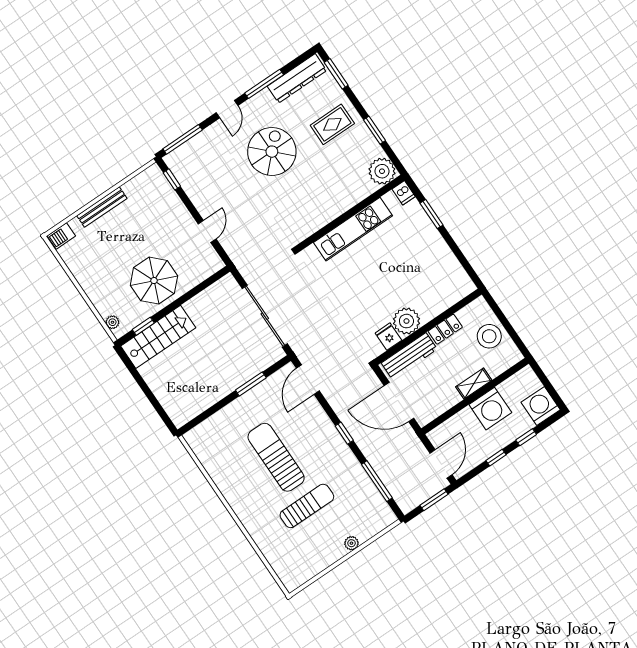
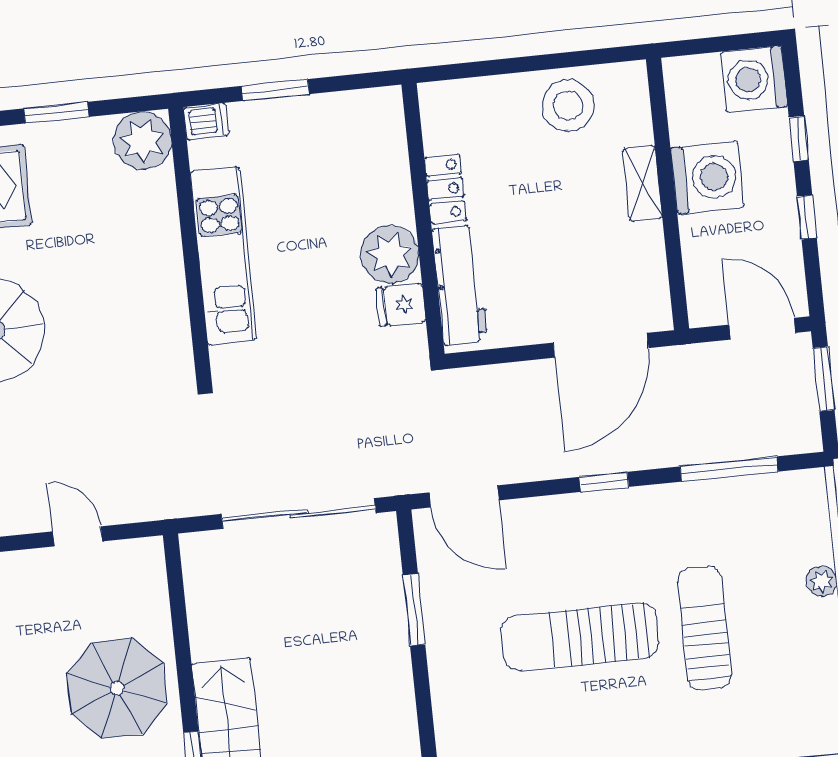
plant: (406, 321) -> (390, 254), moved
wall: (428, 327) -> (423, 219), moved
locker: (445, 329) -> (445, 189), moved
fridge: (388, 337) -> (401, 305), moved
workbench: (409, 356) -> (460, 285), moved

